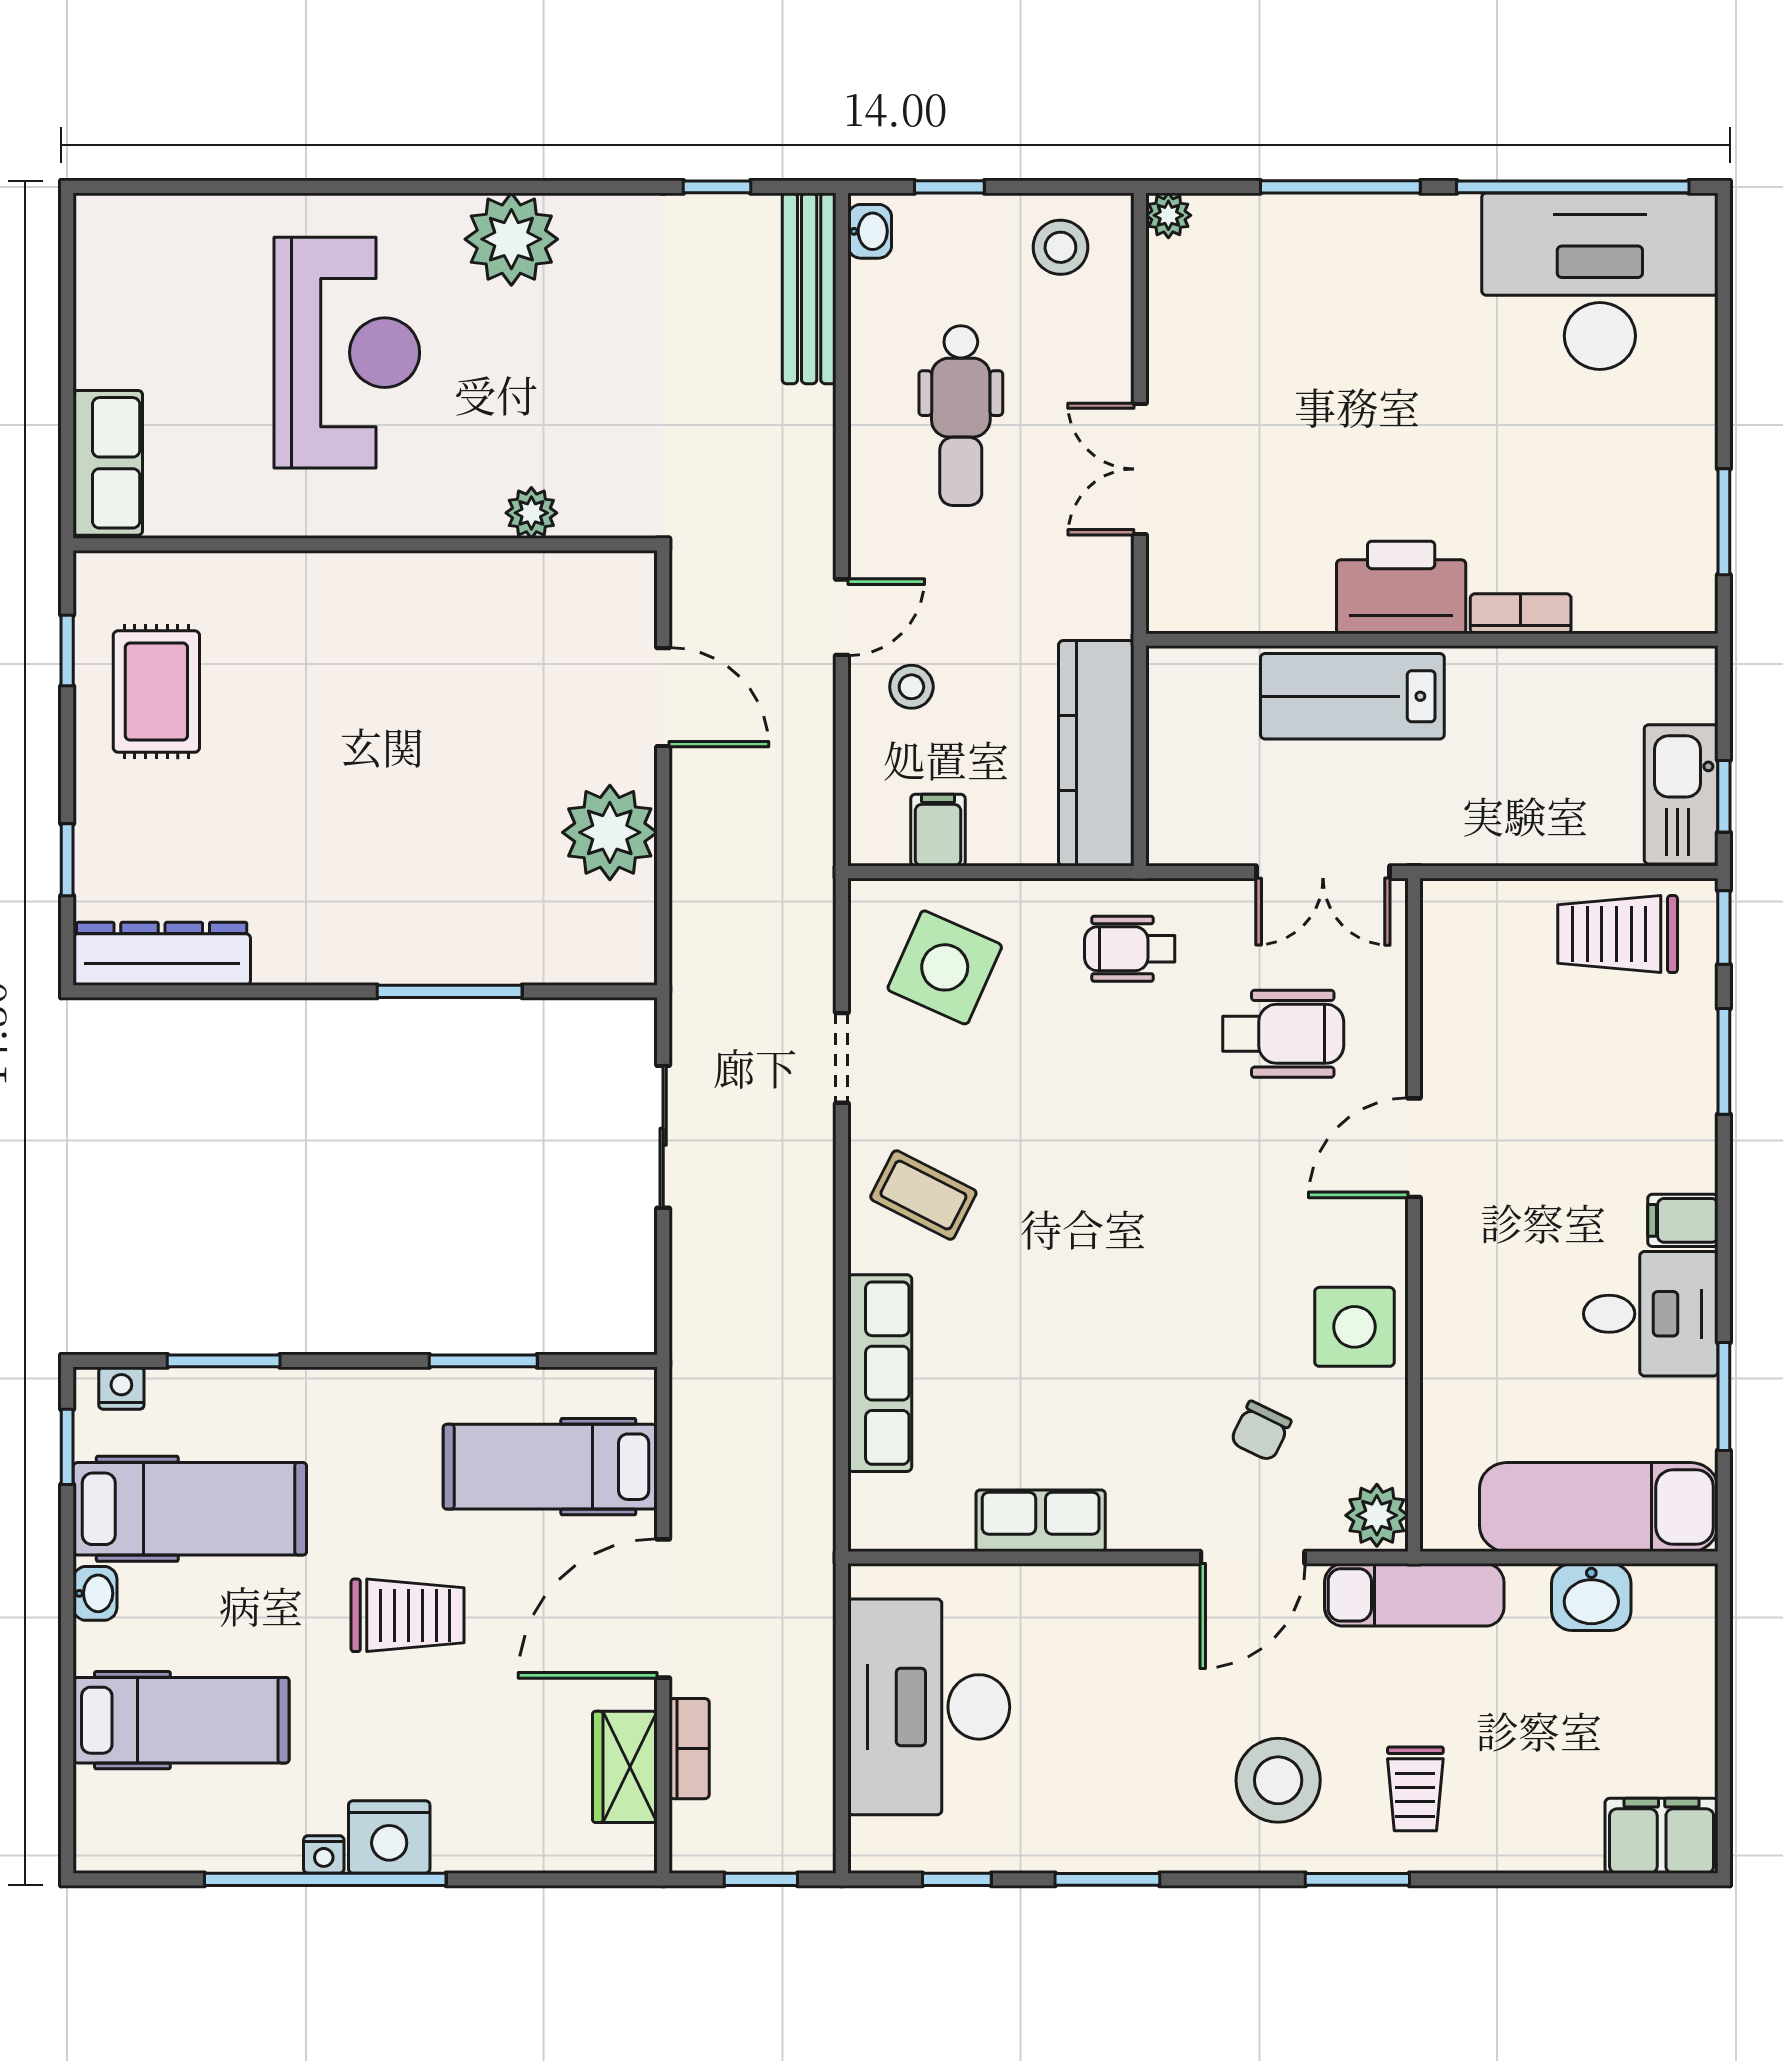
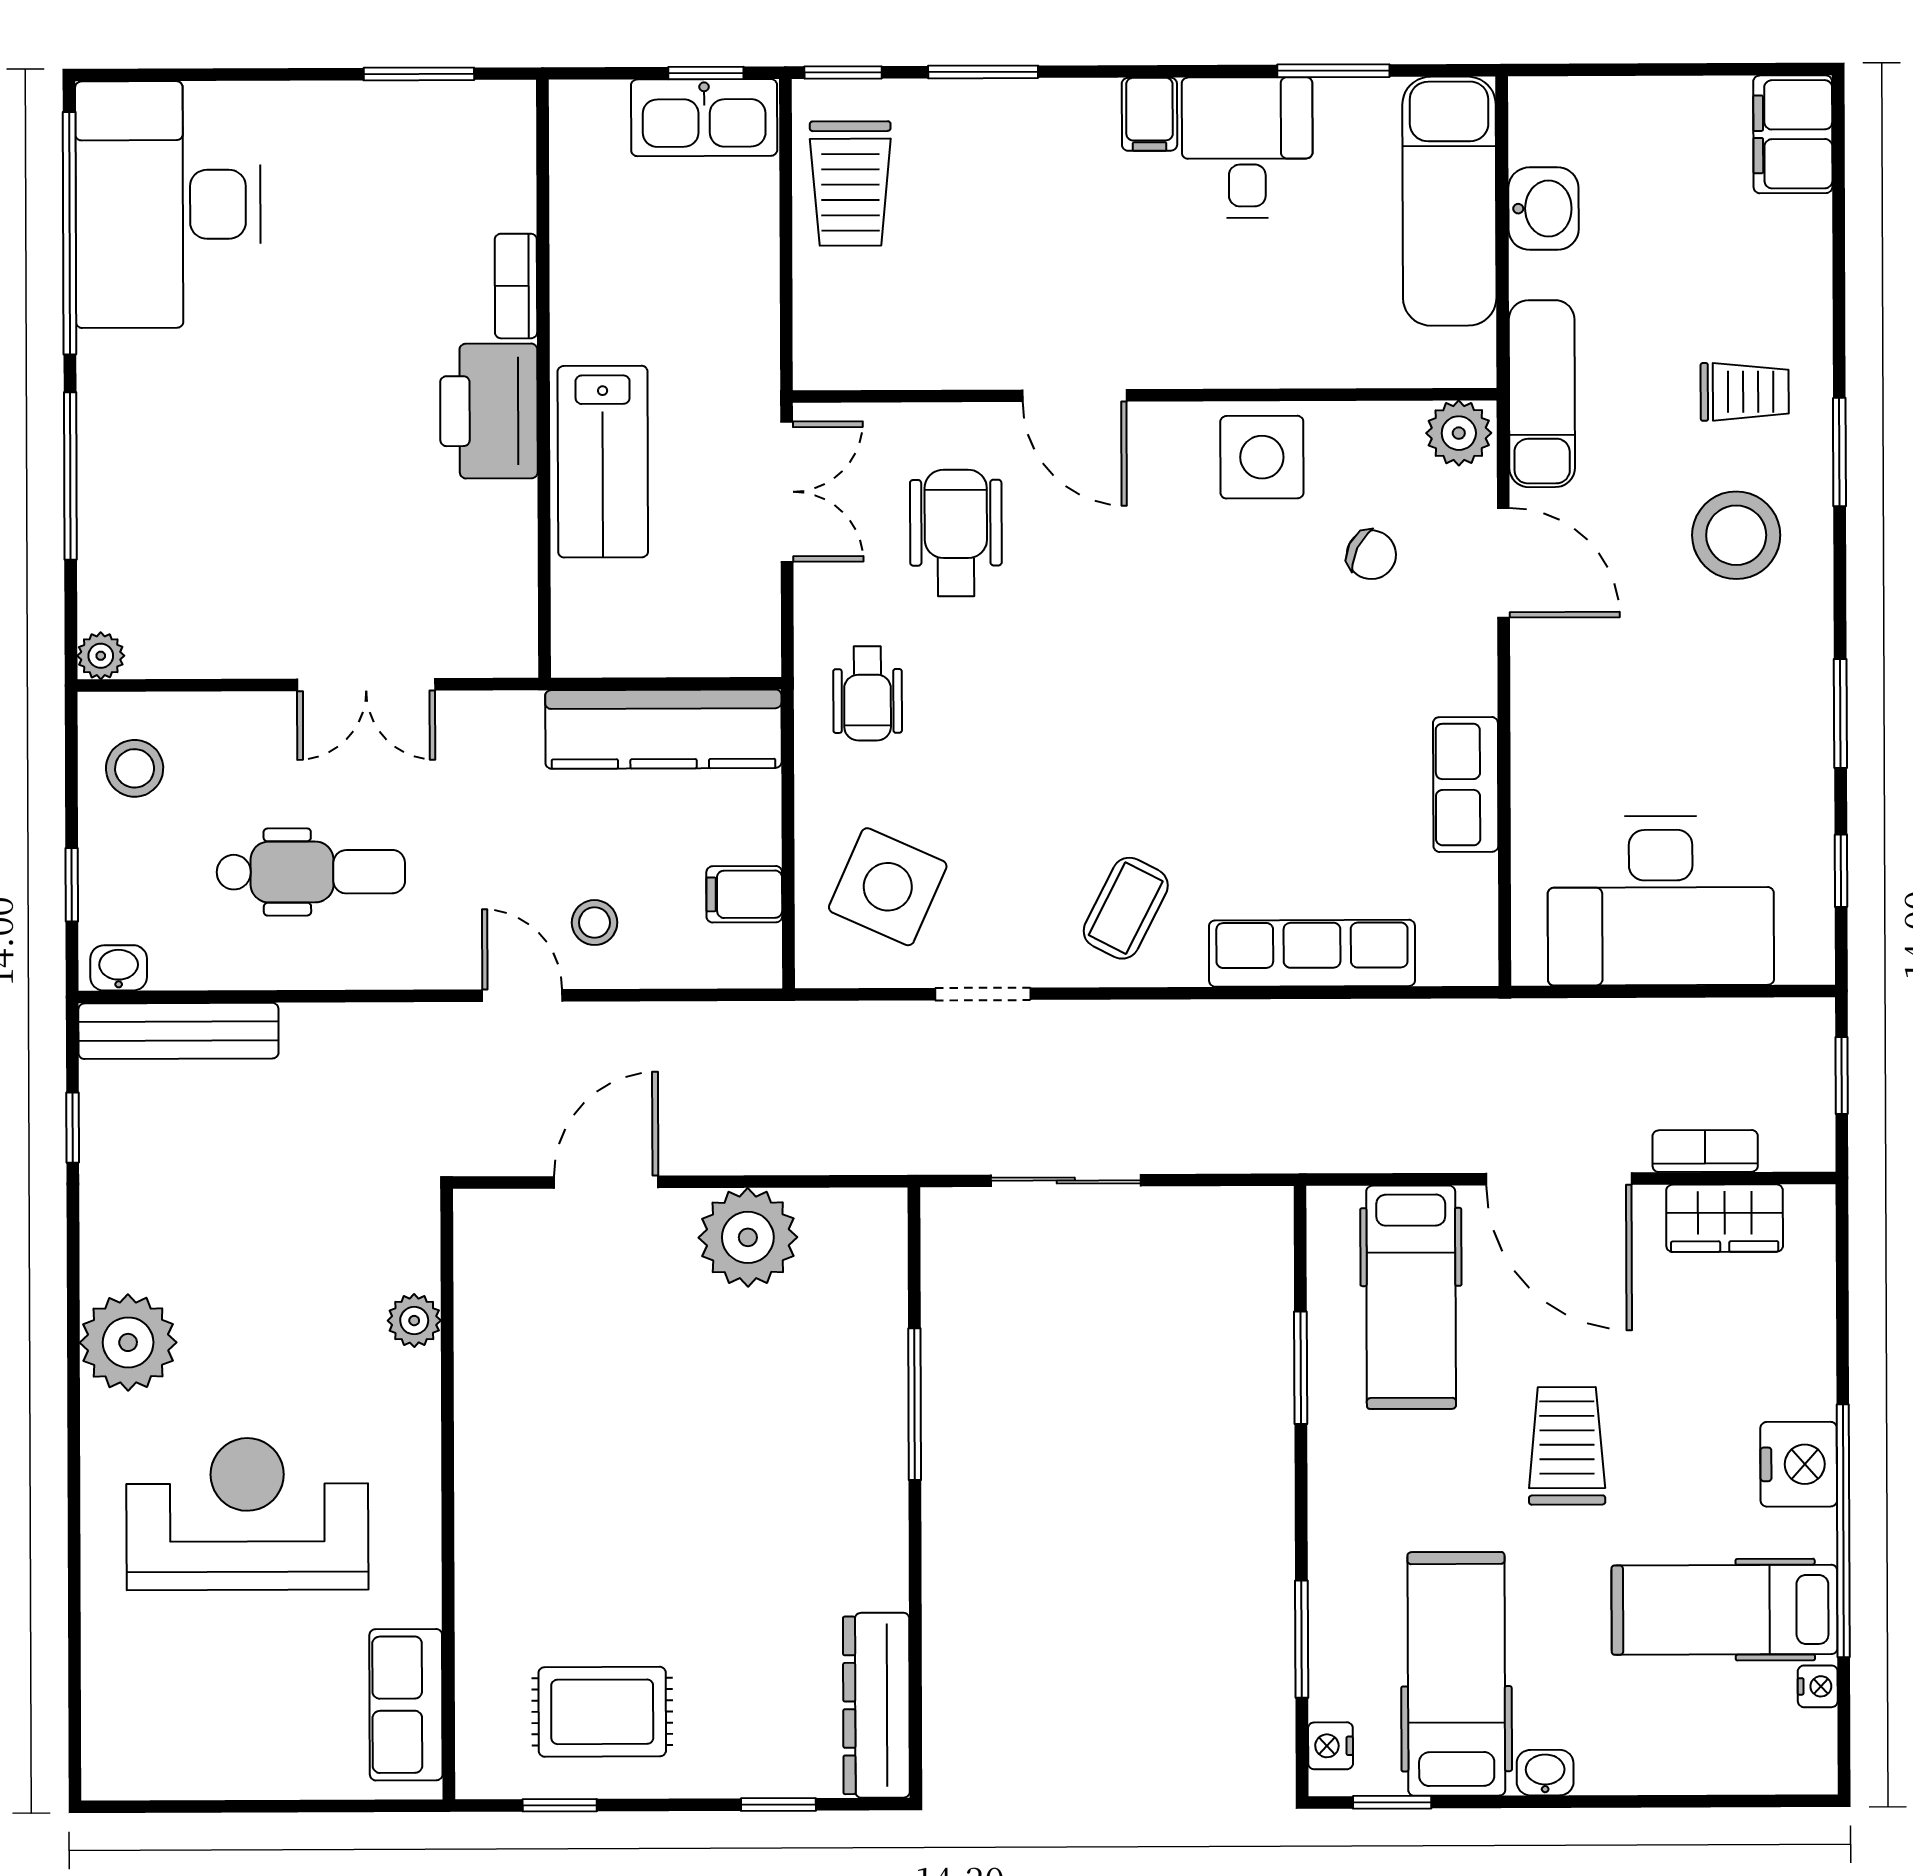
row of seats: (108, 463) -> (406, 1705), moved, turned -90
hospital bed: (181, 1720) -> (1724, 1610), moved, turned -90
nightstand: (324, 1854) -> (1818, 1686), moved

